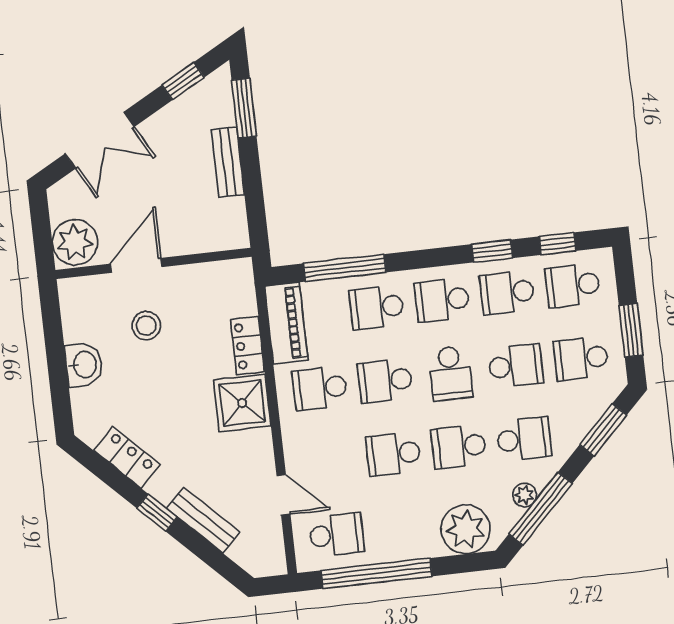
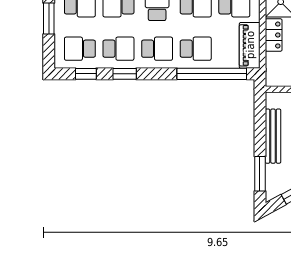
bench: (228, 162) -> (273, 136), width x1.36
window: (345, 268) -> (212, 74), width x1.46
school desk: (573, 285) -> (80, 49), turned 180

